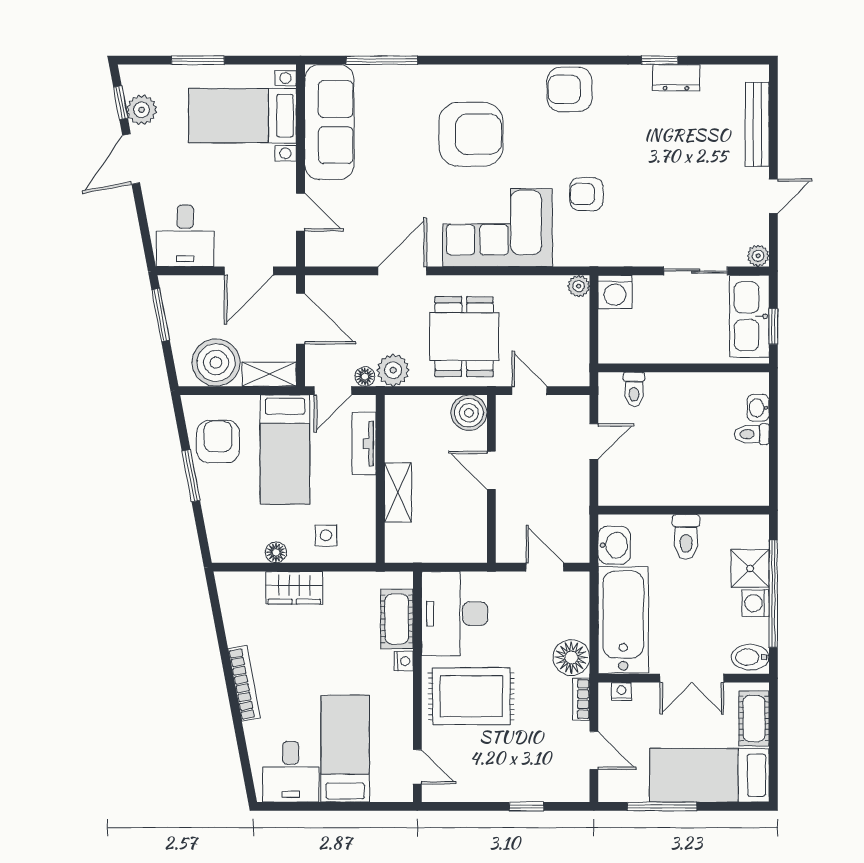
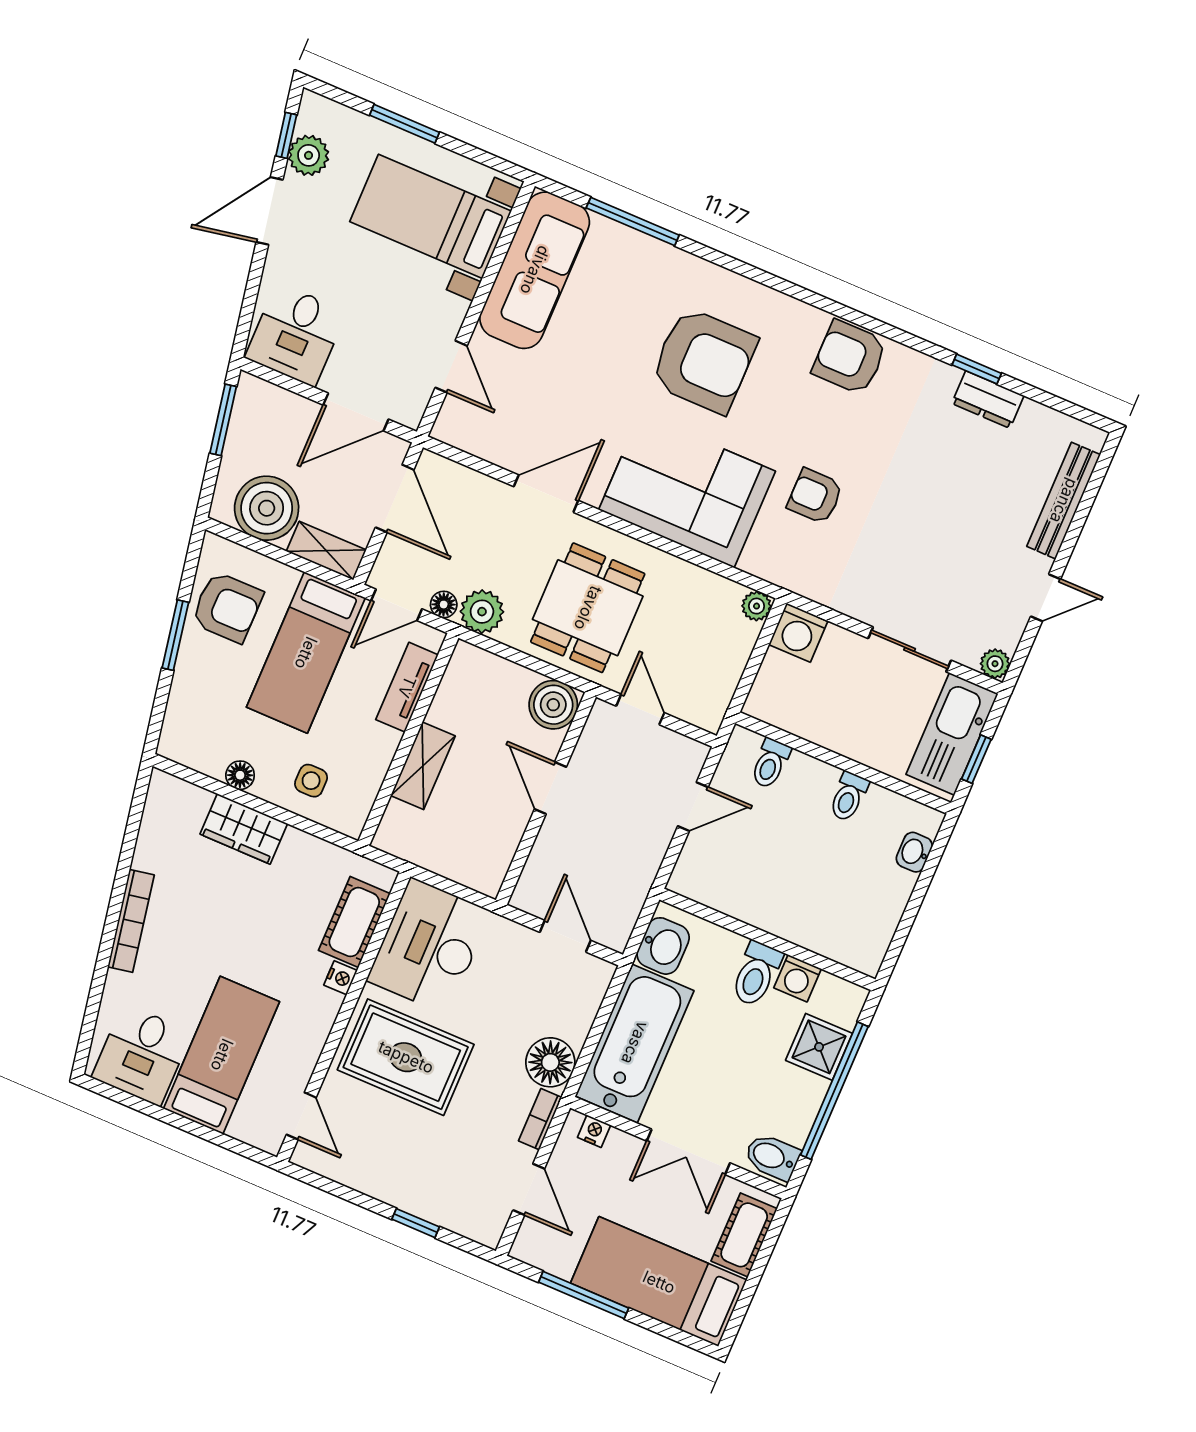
toilet: (752, 434) -> (849, 797), moved, turned -90
armchair: (218, 442) -> (227, 607), turned 90
washing machine: (756, 603) -> (798, 978), moved, turned -90

